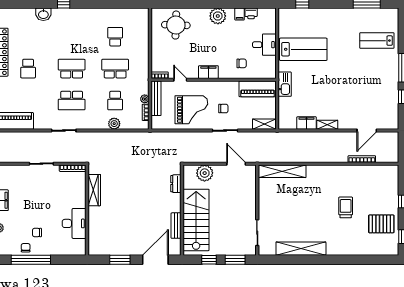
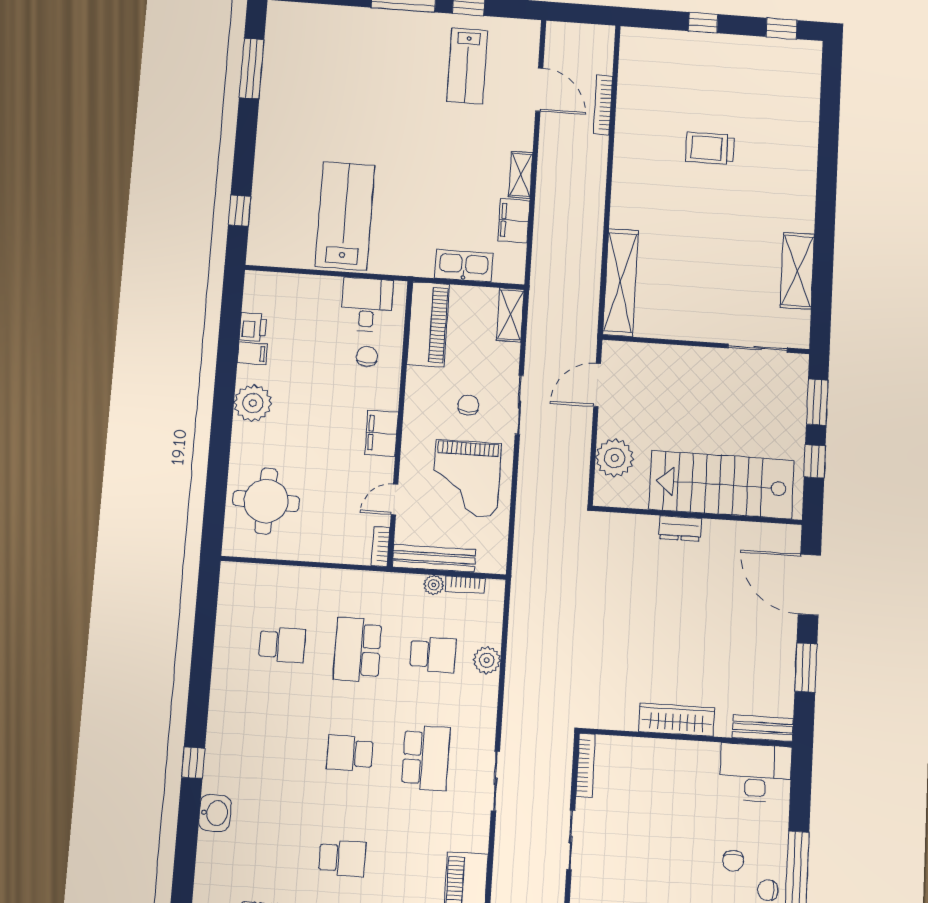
school desk: (115, 37) -> (282, 645), turned 180
lab bench: (377, 41) -> (467, 66), moved
desk: (264, 45) -> (367, 305), moved
school desk: (72, 69) -> (350, 753), width x0.54
kitchen sink: (285, 84) -> (464, 266), moved
grand piano: (191, 110) -> (466, 478), turned 180
dresser: (176, 184) -> (680, 528), moved
wardrobe: (94, 190) -> (677, 720), moved
desk: (74, 223) -> (756, 773), moved
pallet: (381, 224) -> (751, 73), removed
bench: (176, 226) -> (763, 728), moved
shelving: (301, 249) -> (797, 271), width x0.68

